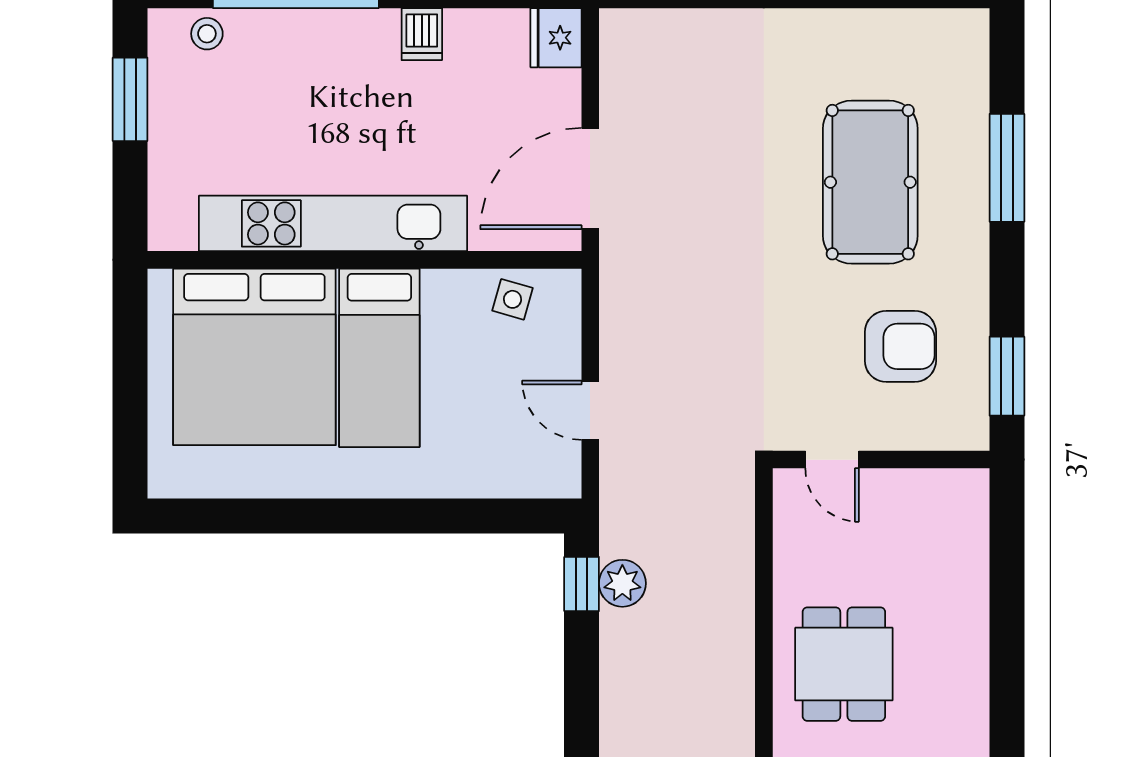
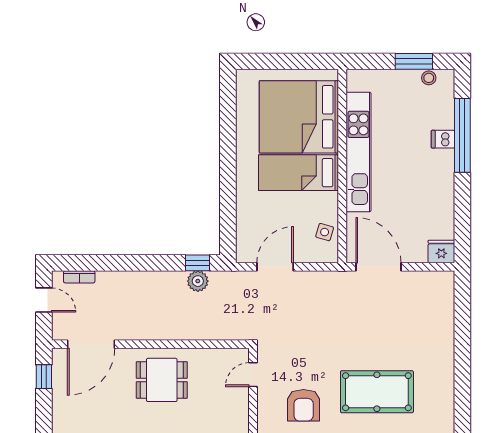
stool: (207, 34) -> (429, 78), moved
dishwasher: (422, 34) -> (443, 139), moved
door: (590, 410) -> (275, 267), width x1.38

